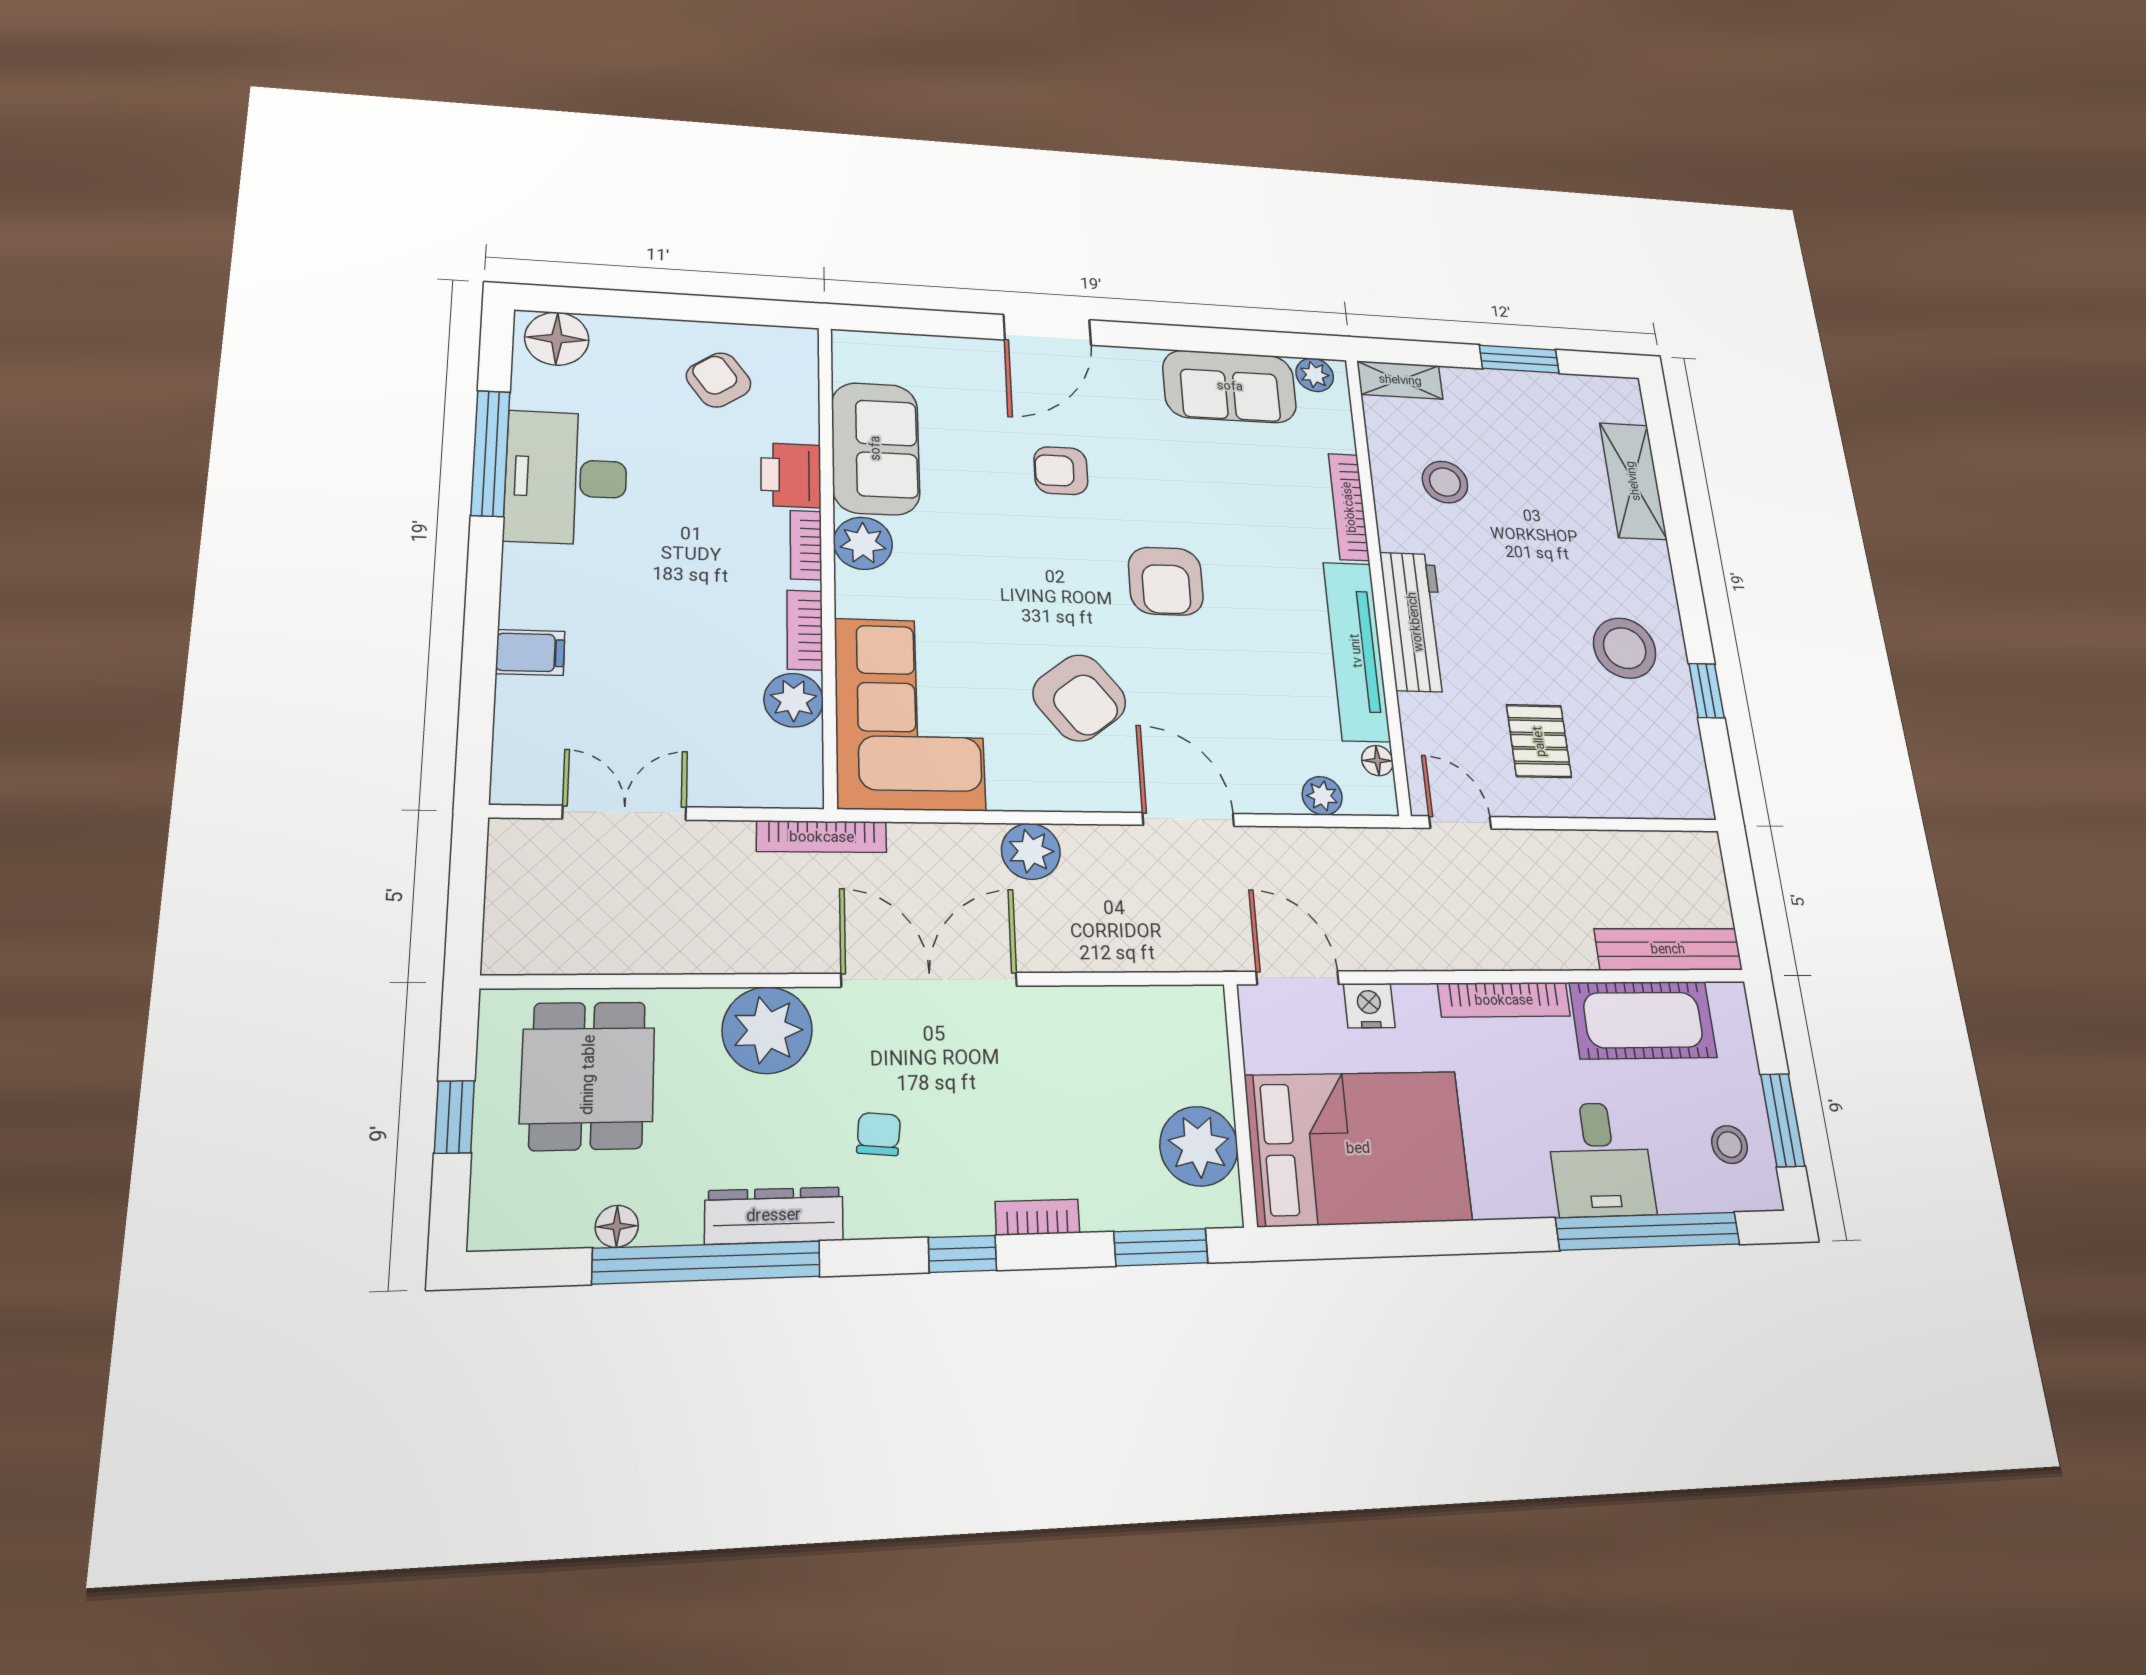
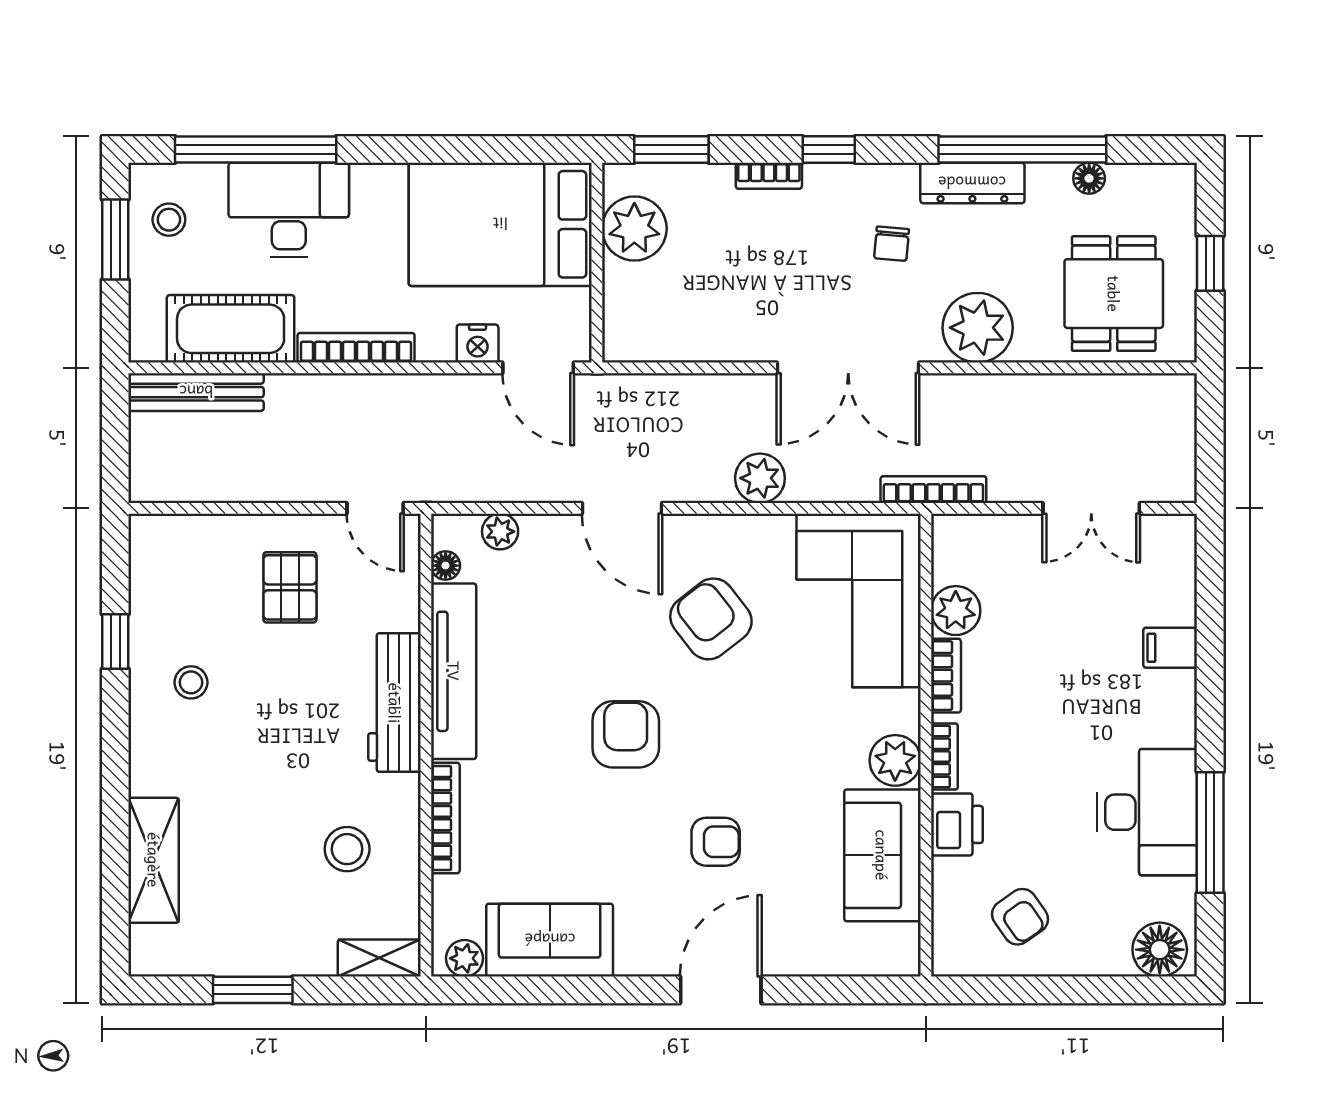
stool: (1625, 648) -> (191, 682), width x0.53, depth x0.53
desk: (1600, 1159) -> (289, 210), width x1.37

